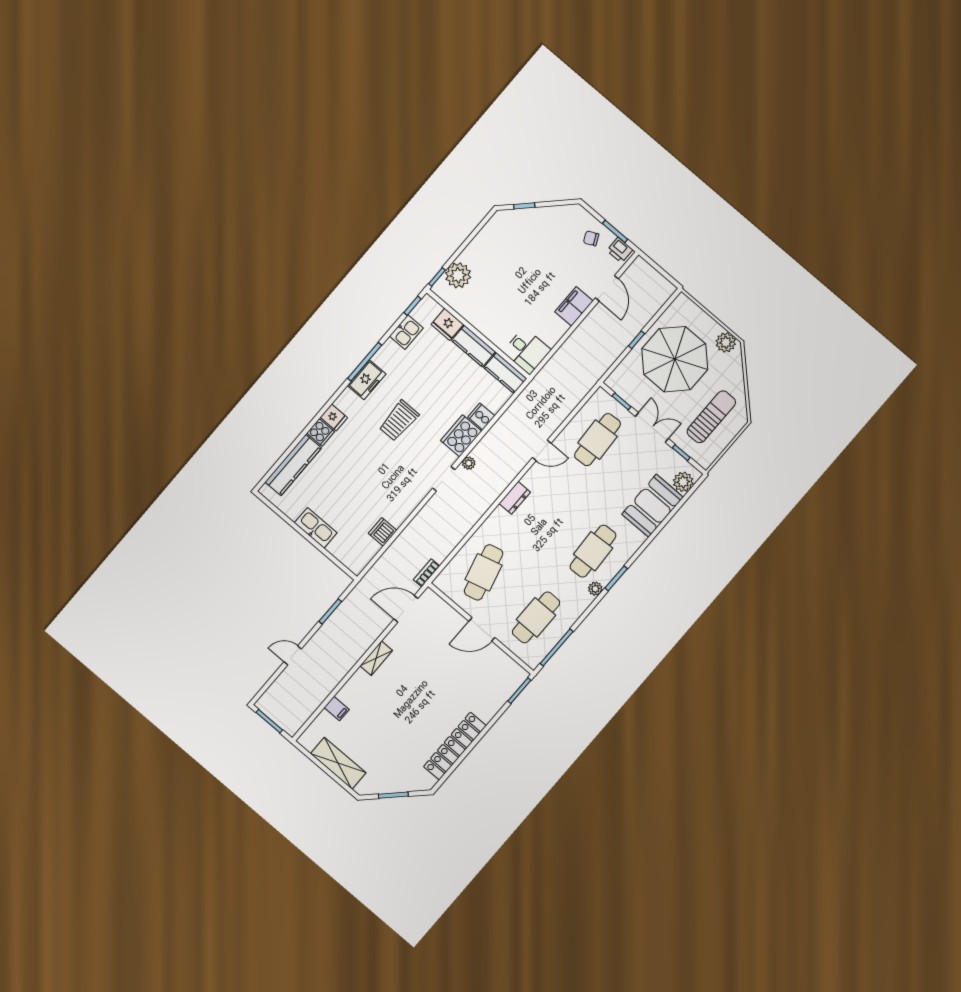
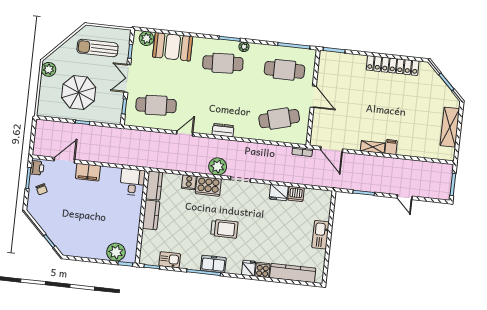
fridge: (447, 324) -> (279, 193), moved, turned 90
parasol: (675, 359) -> (79, 92), width x0.73, depth x0.73
door: (542, 450) -> (185, 133), hinge flipped
plant: (469, 463) -> (218, 166), width x1.87, depth x1.87
filing cabinet: (337, 708) -> (391, 147), moved

